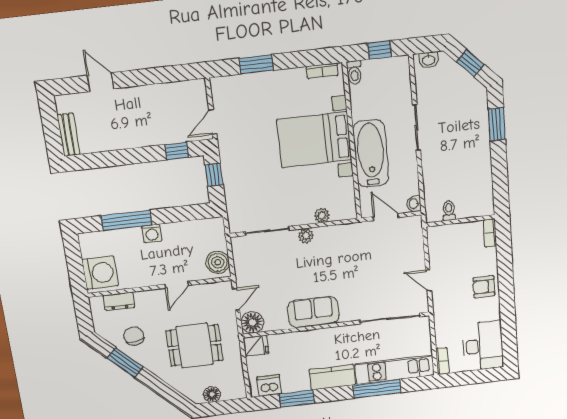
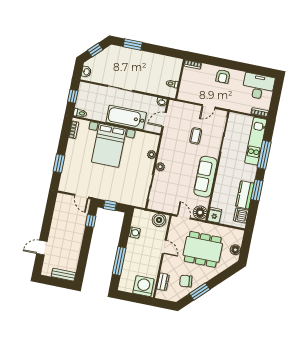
washing machine: (152, 233) -> (134, 233), moved
coffee table: (375, 276) -> (196, 136), added
sofa: (313, 312) -> (206, 177), width x1.36
dining table: (195, 345) -> (203, 249), width x1.38
kitchen counter: (332, 377) -> (245, 195), moved
window: (297, 399) -> (257, 190), moved

